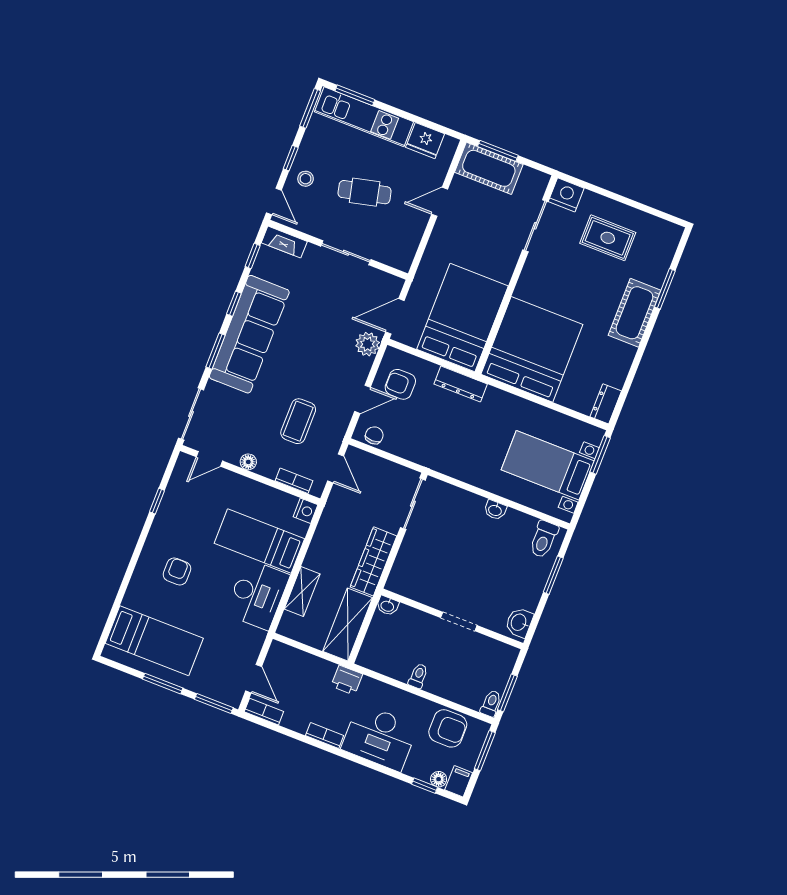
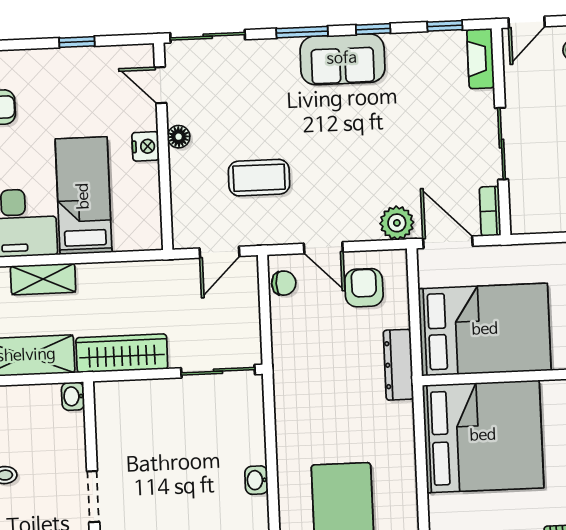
sofa: (249, 334) -> (342, 59), width x0.54, depth x0.79
bookcase: (294, 481) -> (490, 211), moved, turned 180
nightstand: (305, 511) -> (145, 146), moved, turned -90

